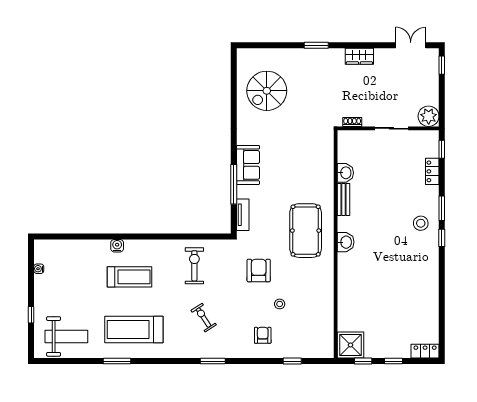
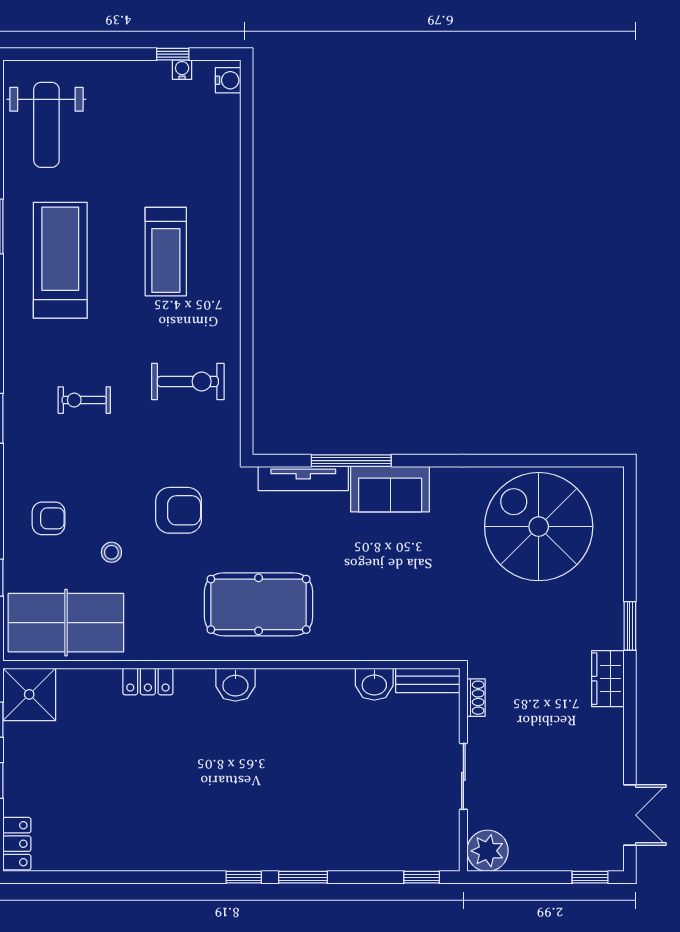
wardrobe: (359, 56) -> (608, 679), moved
spiral stairs: (267, 91) -> (539, 527), width x1.37, depth x1.37
locker: (432, 171) -> (148, 681), moved, turned 180
bench: (343, 199) -> (428, 680), moved
tv unit: (243, 215) -> (303, 478), width x1.41
stool: (421, 223) -> (273, 835), removed
water cooler: (117, 246) -> (228, 80), moved
window: (31, 315) -> (173, 54), moved
exercise bike: (204, 318) -> (84, 400), turned -147
table tennis table: (315, 327) -> (66, 623), added

